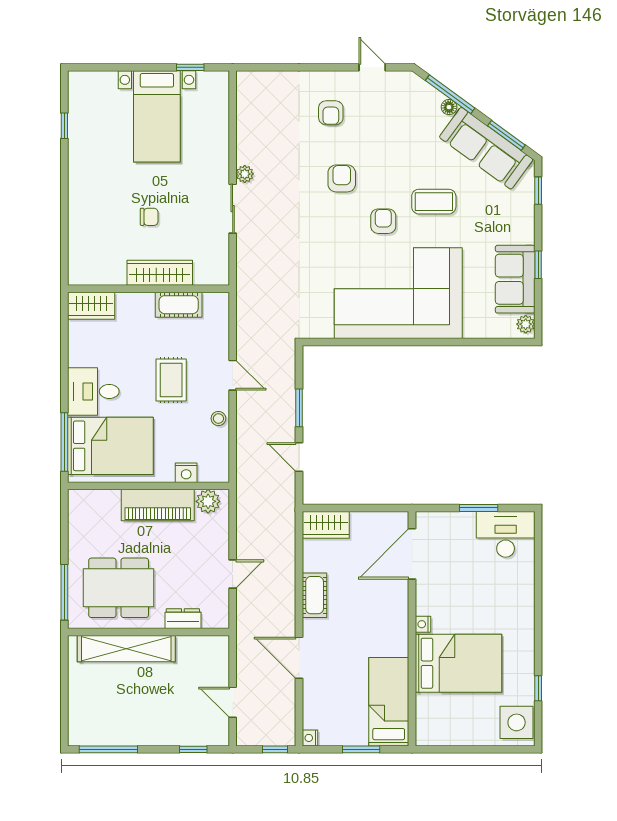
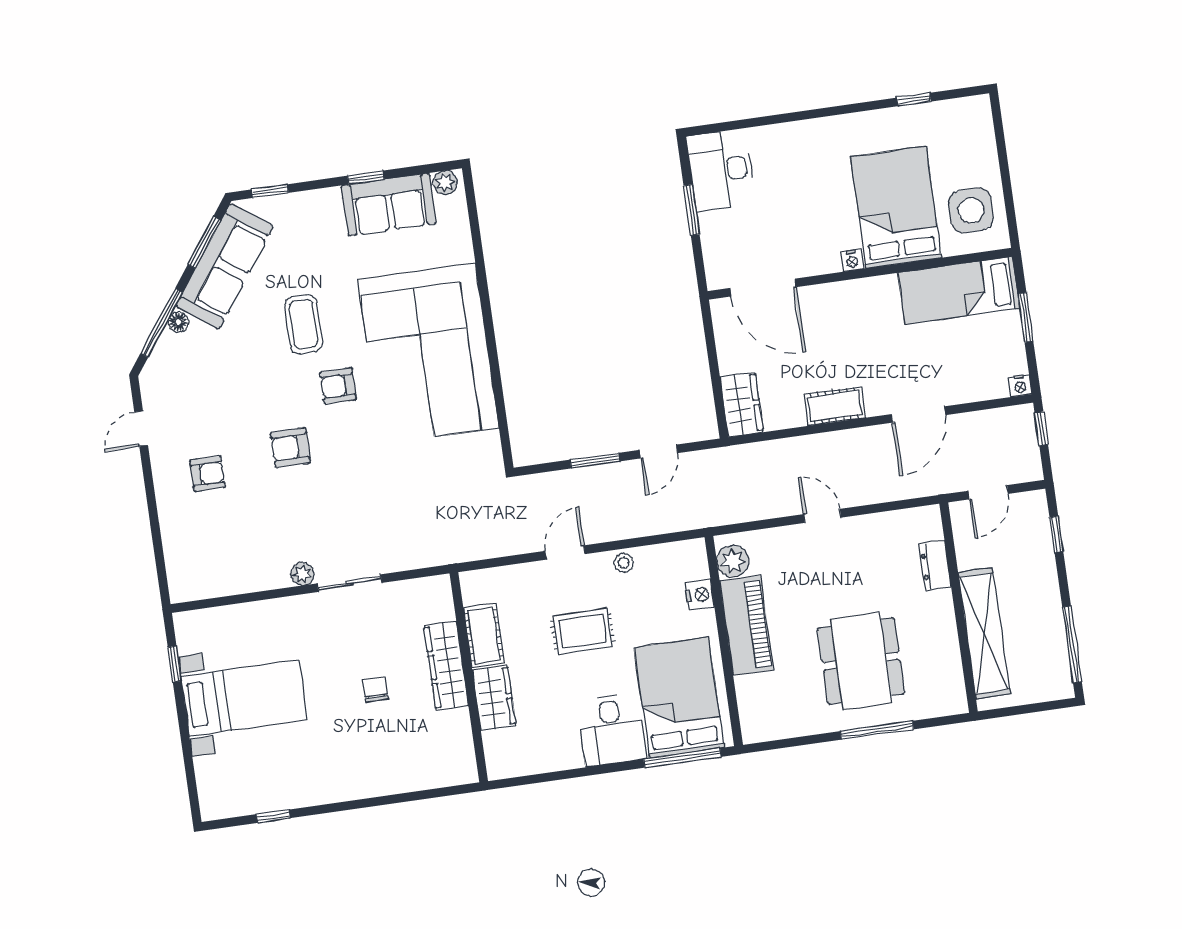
wardrobe: (91, 306) -> (494, 698), moved
dresser: (183, 619) -> (935, 565), moved
wall: (148, 632) -> (959, 608), moved
shelving: (126, 649) -> (984, 633), moved
side table: (517, 722) -> (971, 210), moved

